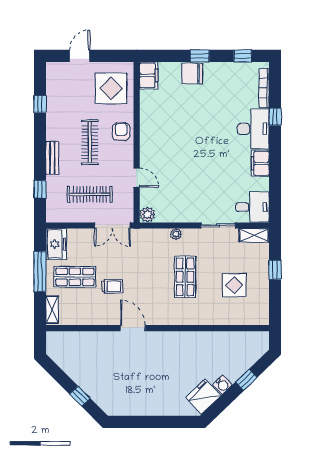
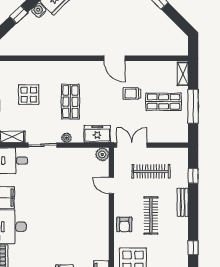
plant: (176, 234) -> (66, 138), moved
freezer: (56, 244) -> (97, 134), moved, turned 90

